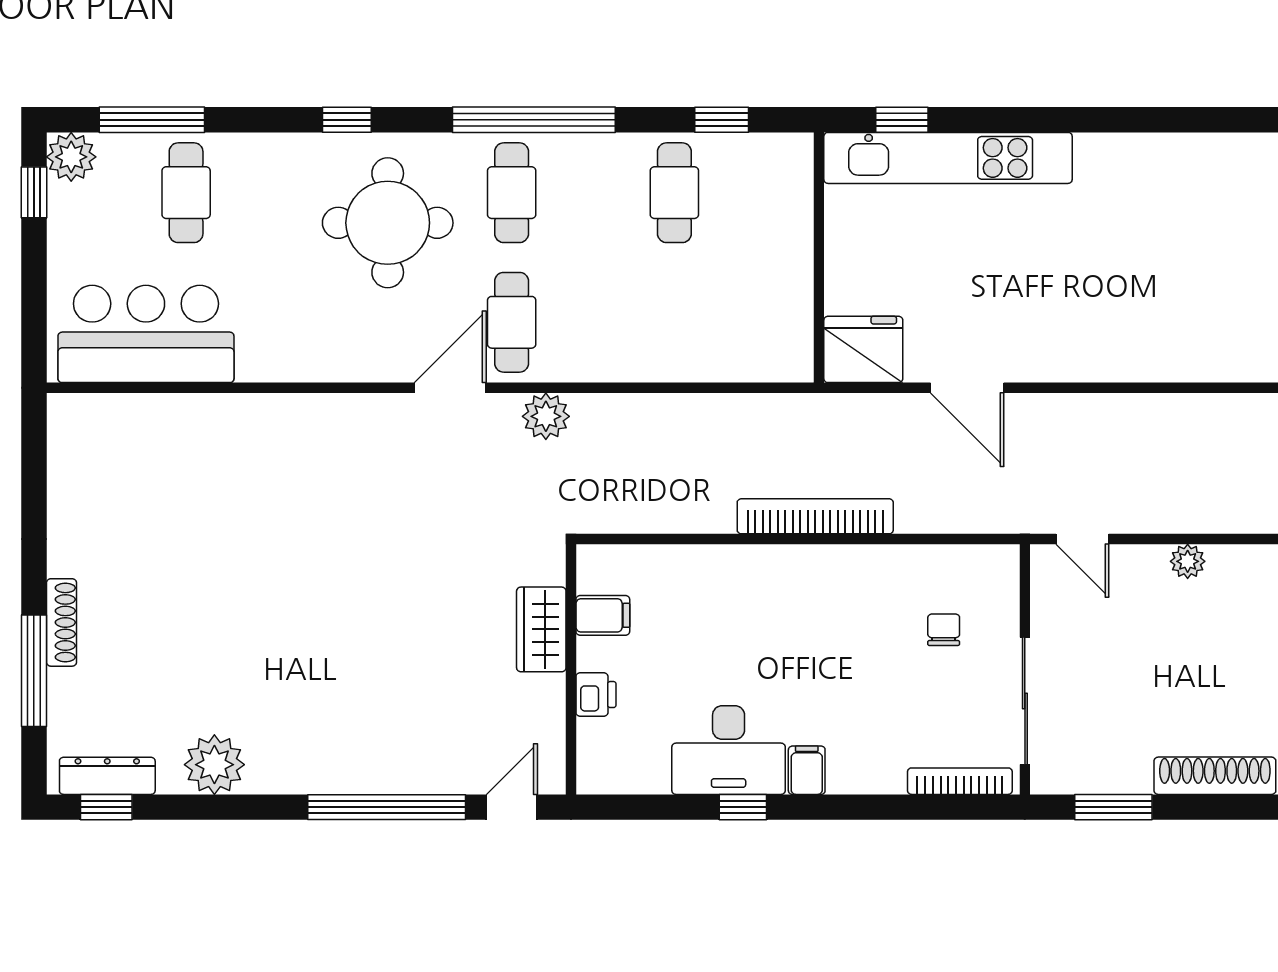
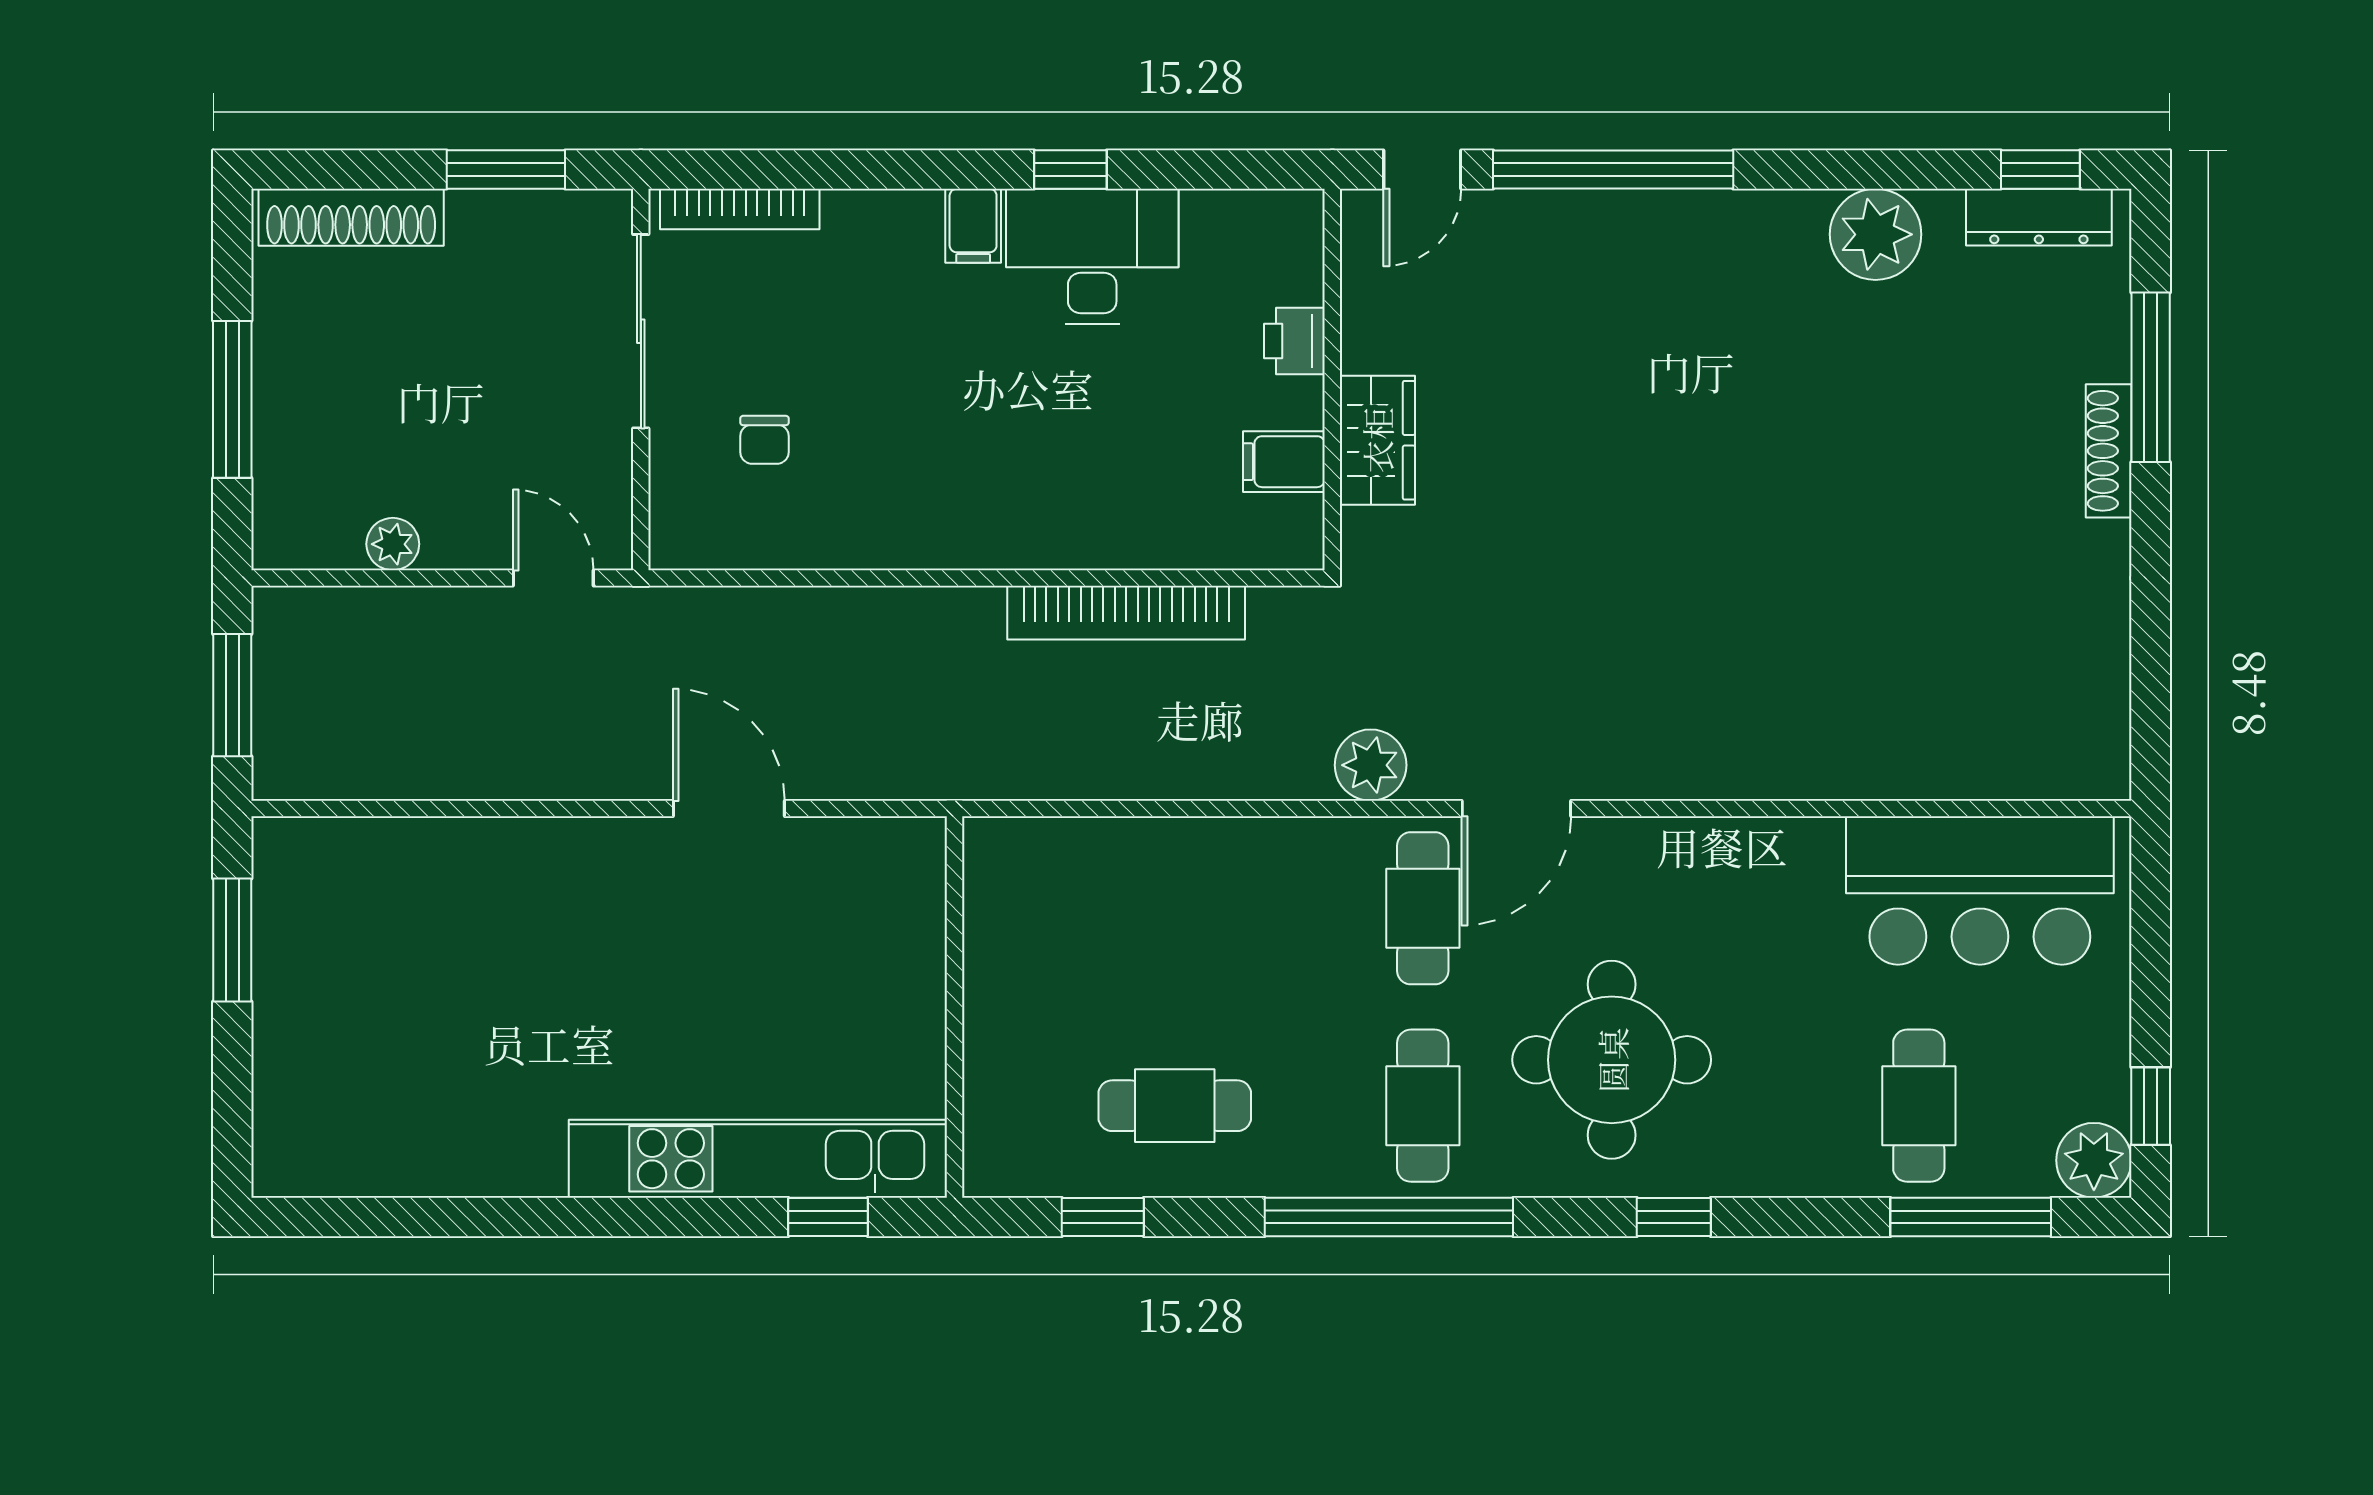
cafe table: (674, 193) -> (1175, 1106), turned 90
fridge: (863, 349) -> (887, 867), removed
bookcase: (815, 516) -> (1126, 613), moved

